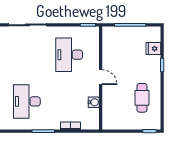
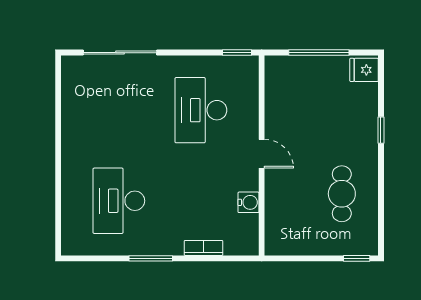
fridge: (153, 49) -> (364, 70), moved

